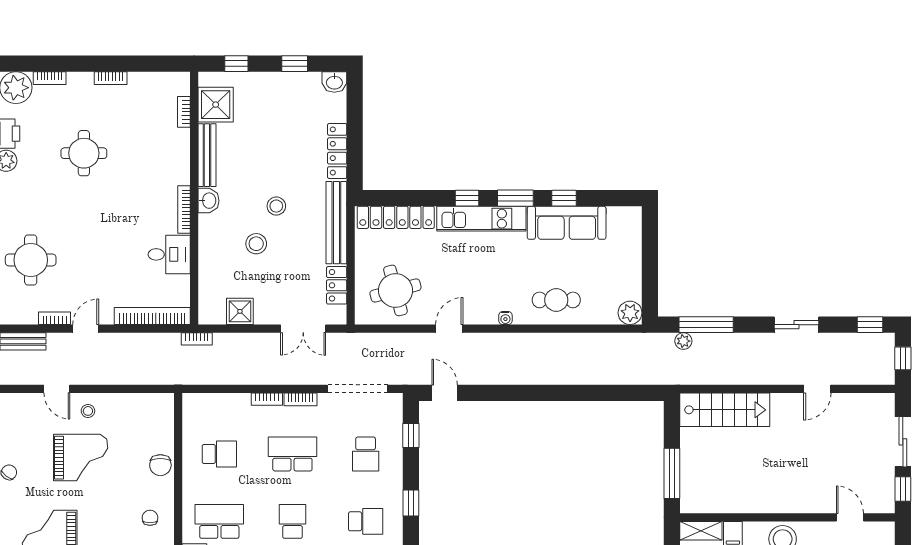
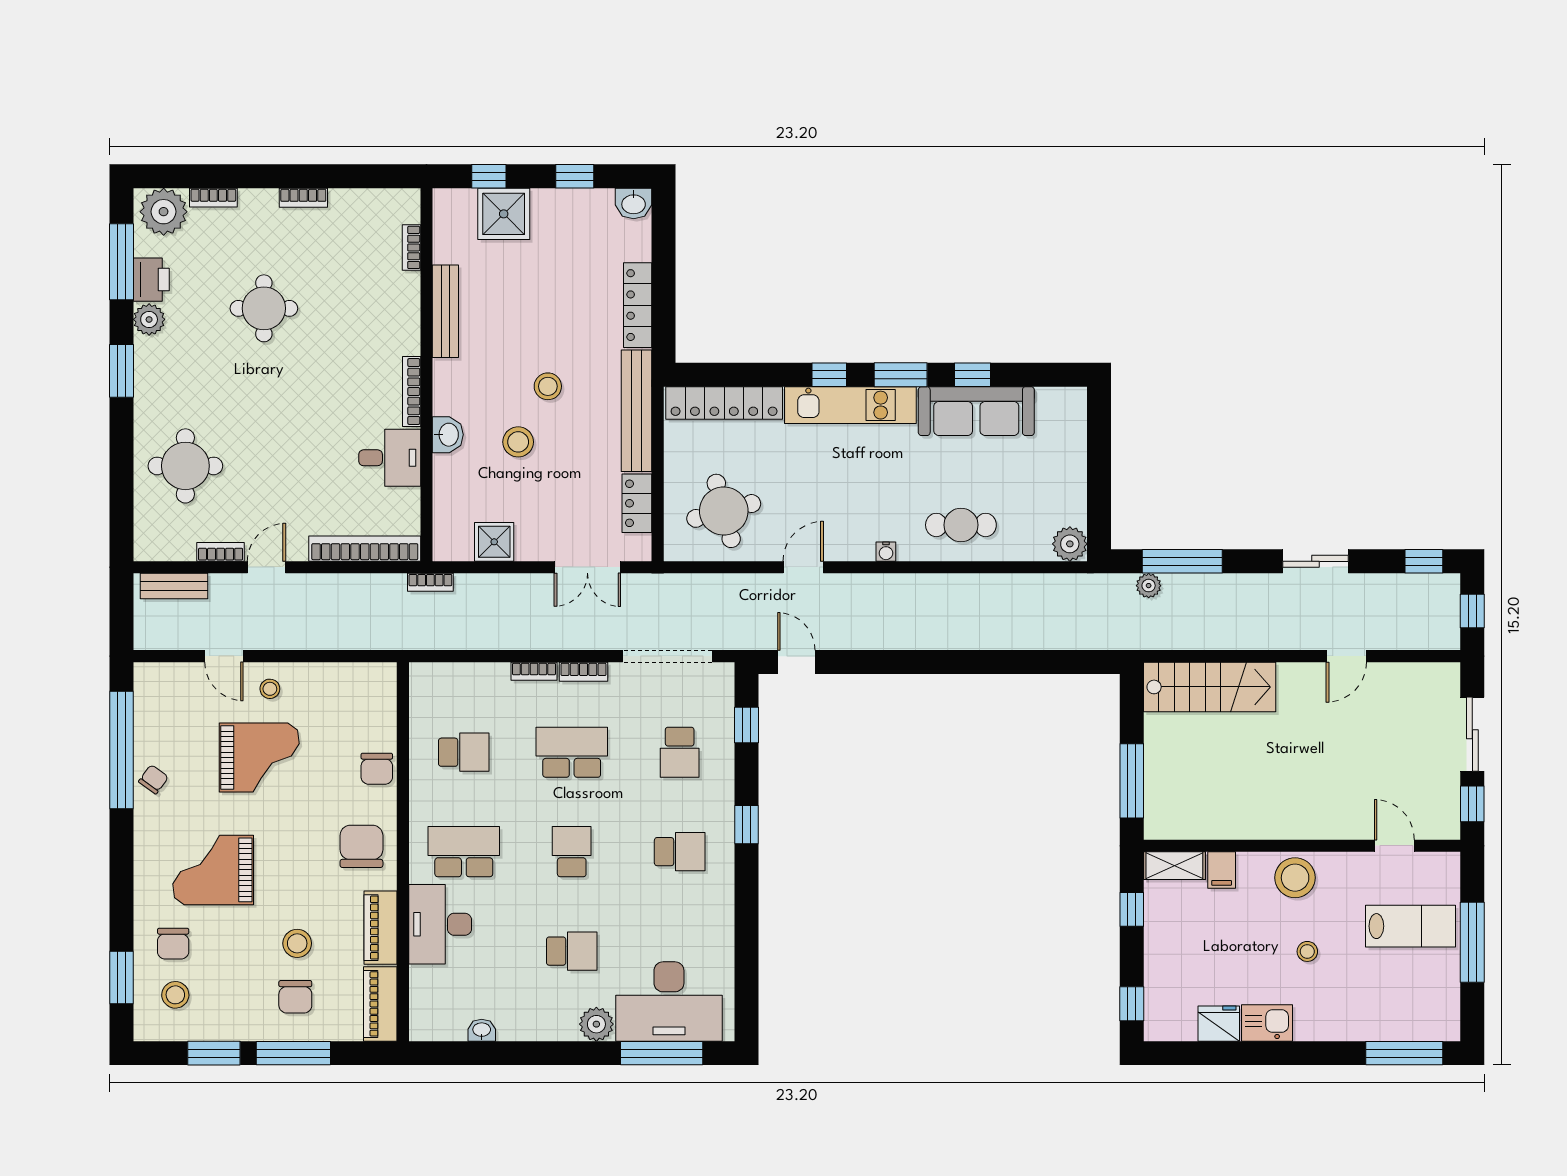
shower: (216, 105) -> (504, 214), moved
washbasin: (209, 201) -> (448, 435), moved
chair: (150, 518) -> (361, 846), width x1.87, depth x1.87

